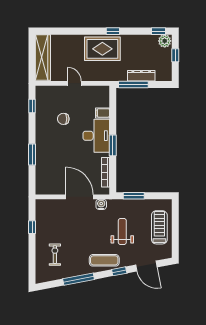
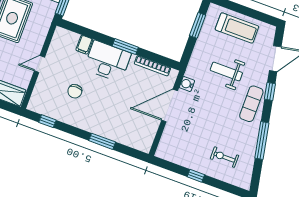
window: (134, 196) -> (198, 25), moved
window: (32, 227) -> (196, 176), moved
treadmill: (159, 227) -> (237, 28), turned 180

